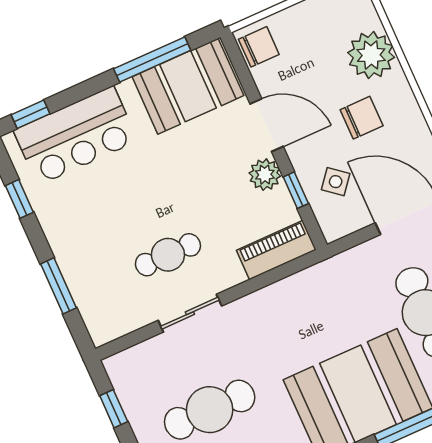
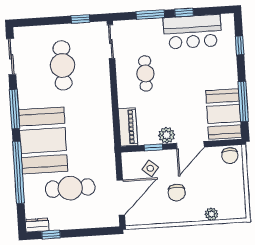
plant: (371, 55) -> (211, 214), width x0.53, depth x0.53
window: (30, 114) -> (240, 45), moved
bar counter: (76, 136) -> (192, 32), moved, turned -90
window: (19, 199) -> (184, 12), moved
sliding door: (190, 313) -> (111, 42), moved

